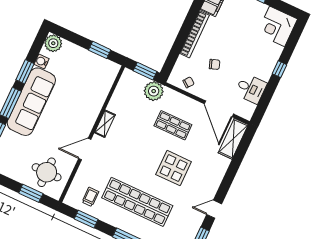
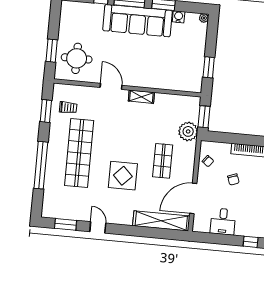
plant: (53, 43) -> (204, 18), width x0.53, depth x0.53
shelving: (233, 139) -> (161, 221), width x1.47

